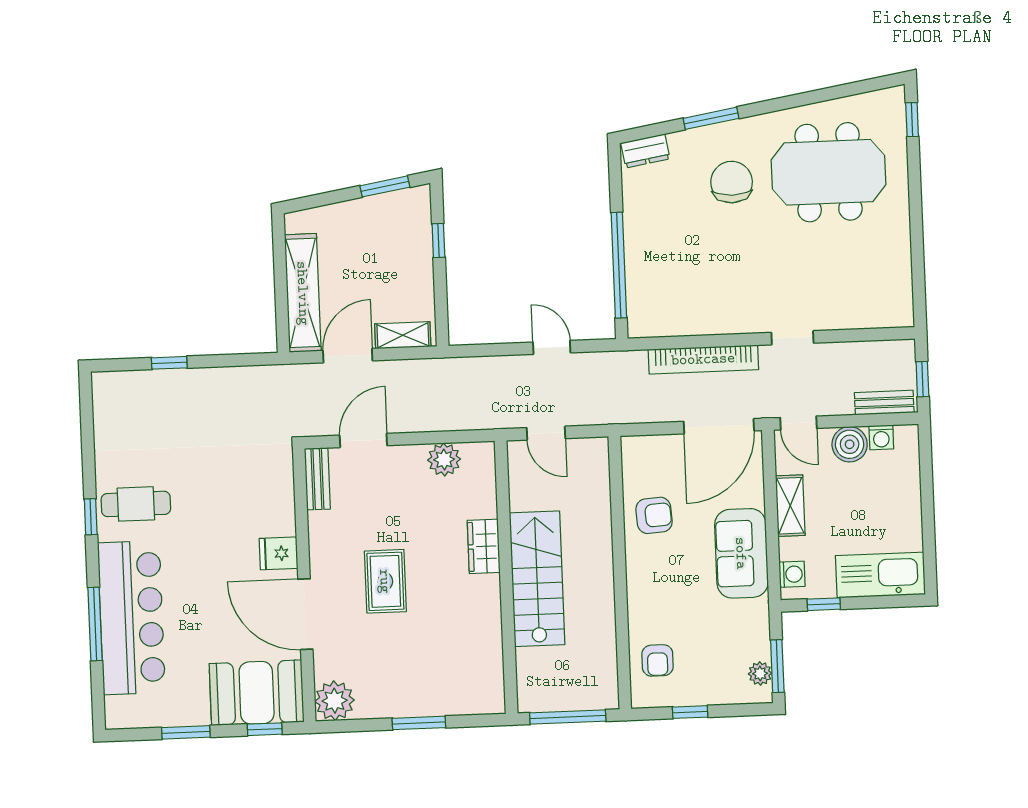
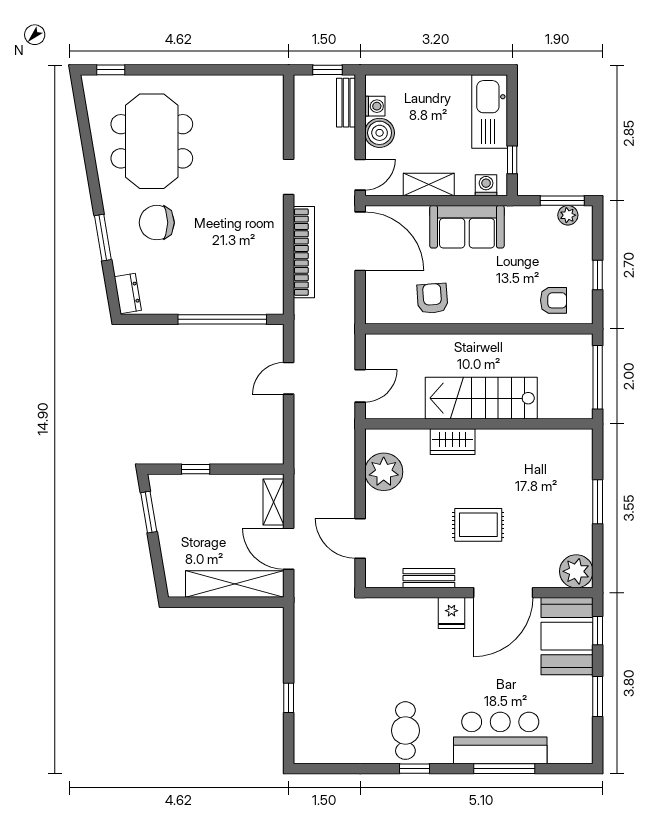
plant: (444, 460) -> (384, 472), width x1.36, depth x1.36
bench: (317, 479) -> (429, 578), moved
bar counter: (131, 618) -> (500, 738), width x0.73

